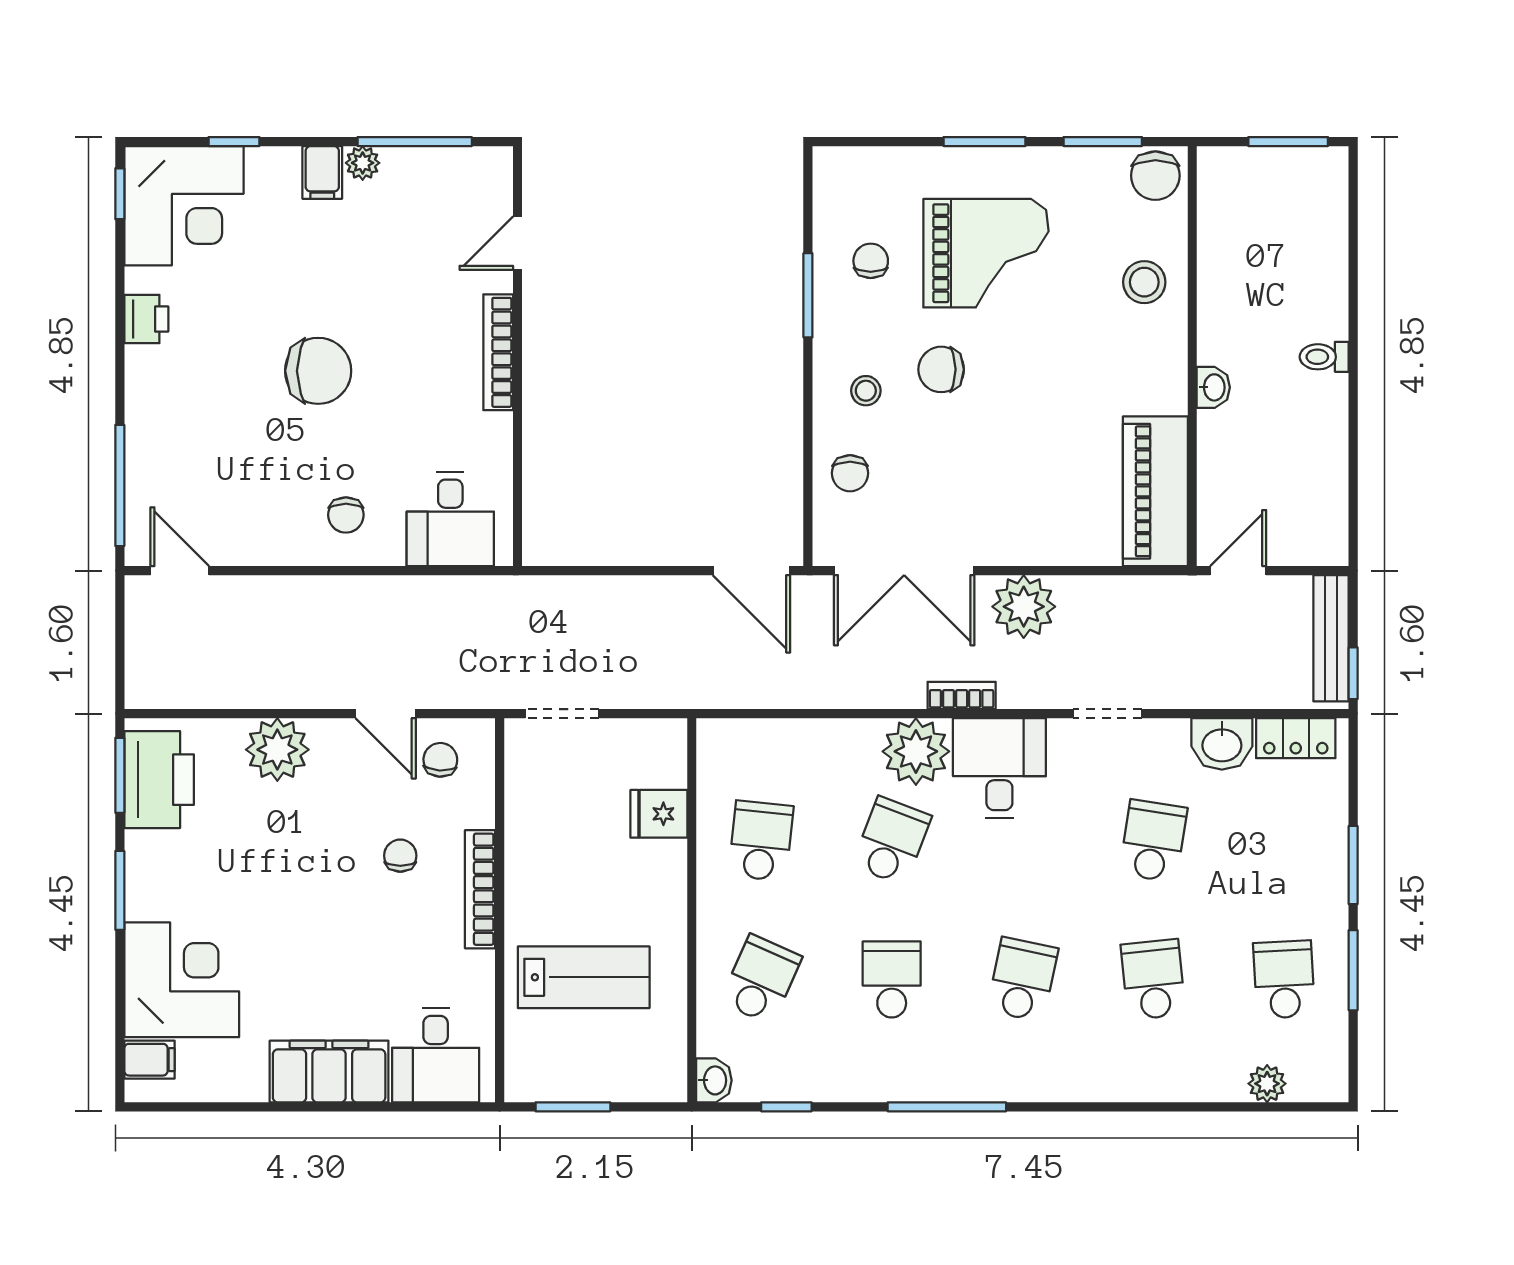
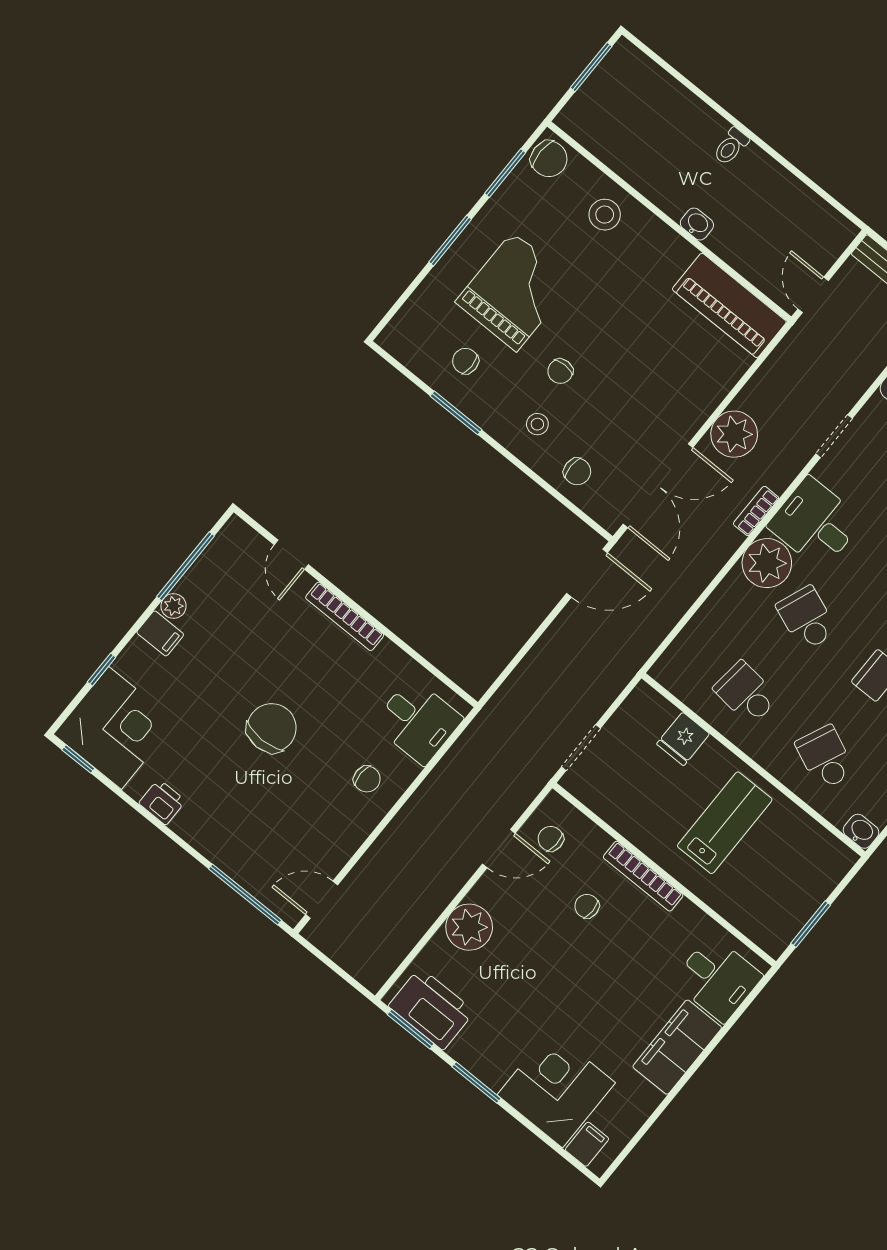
chair: (941, 369) -> (560, 371), width x0.73, depth x0.73
lab bench: (584, 977) -> (725, 823), moved

